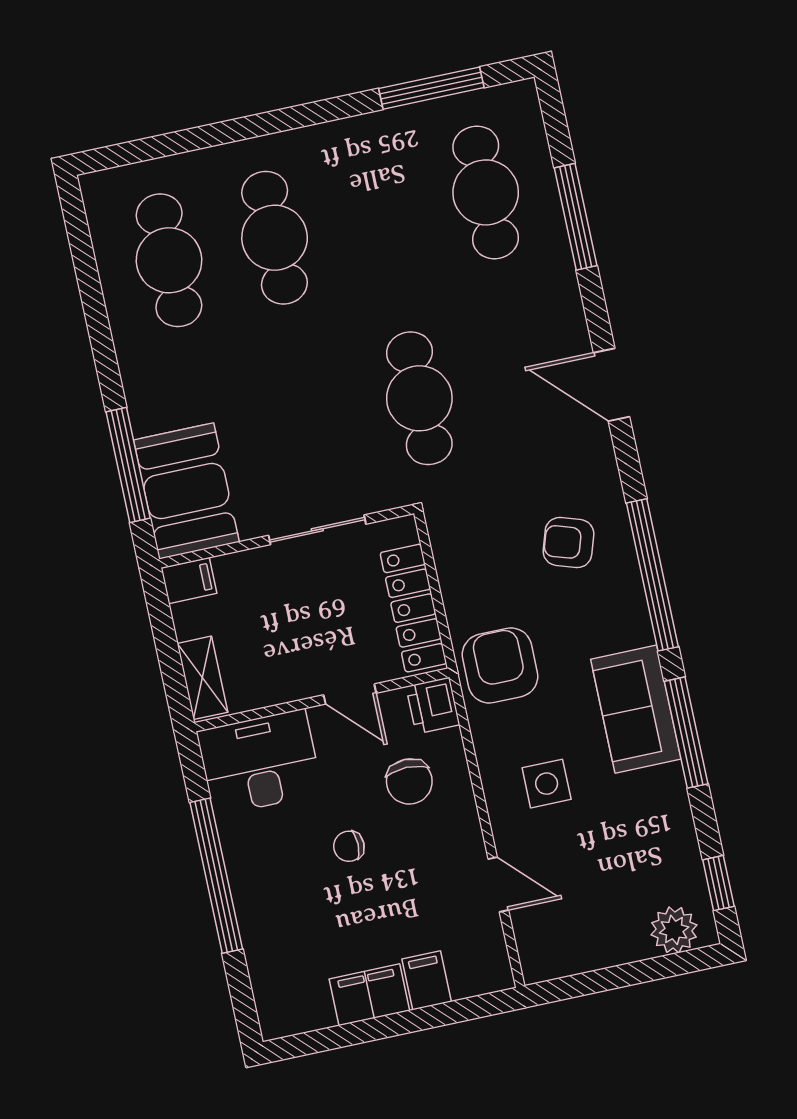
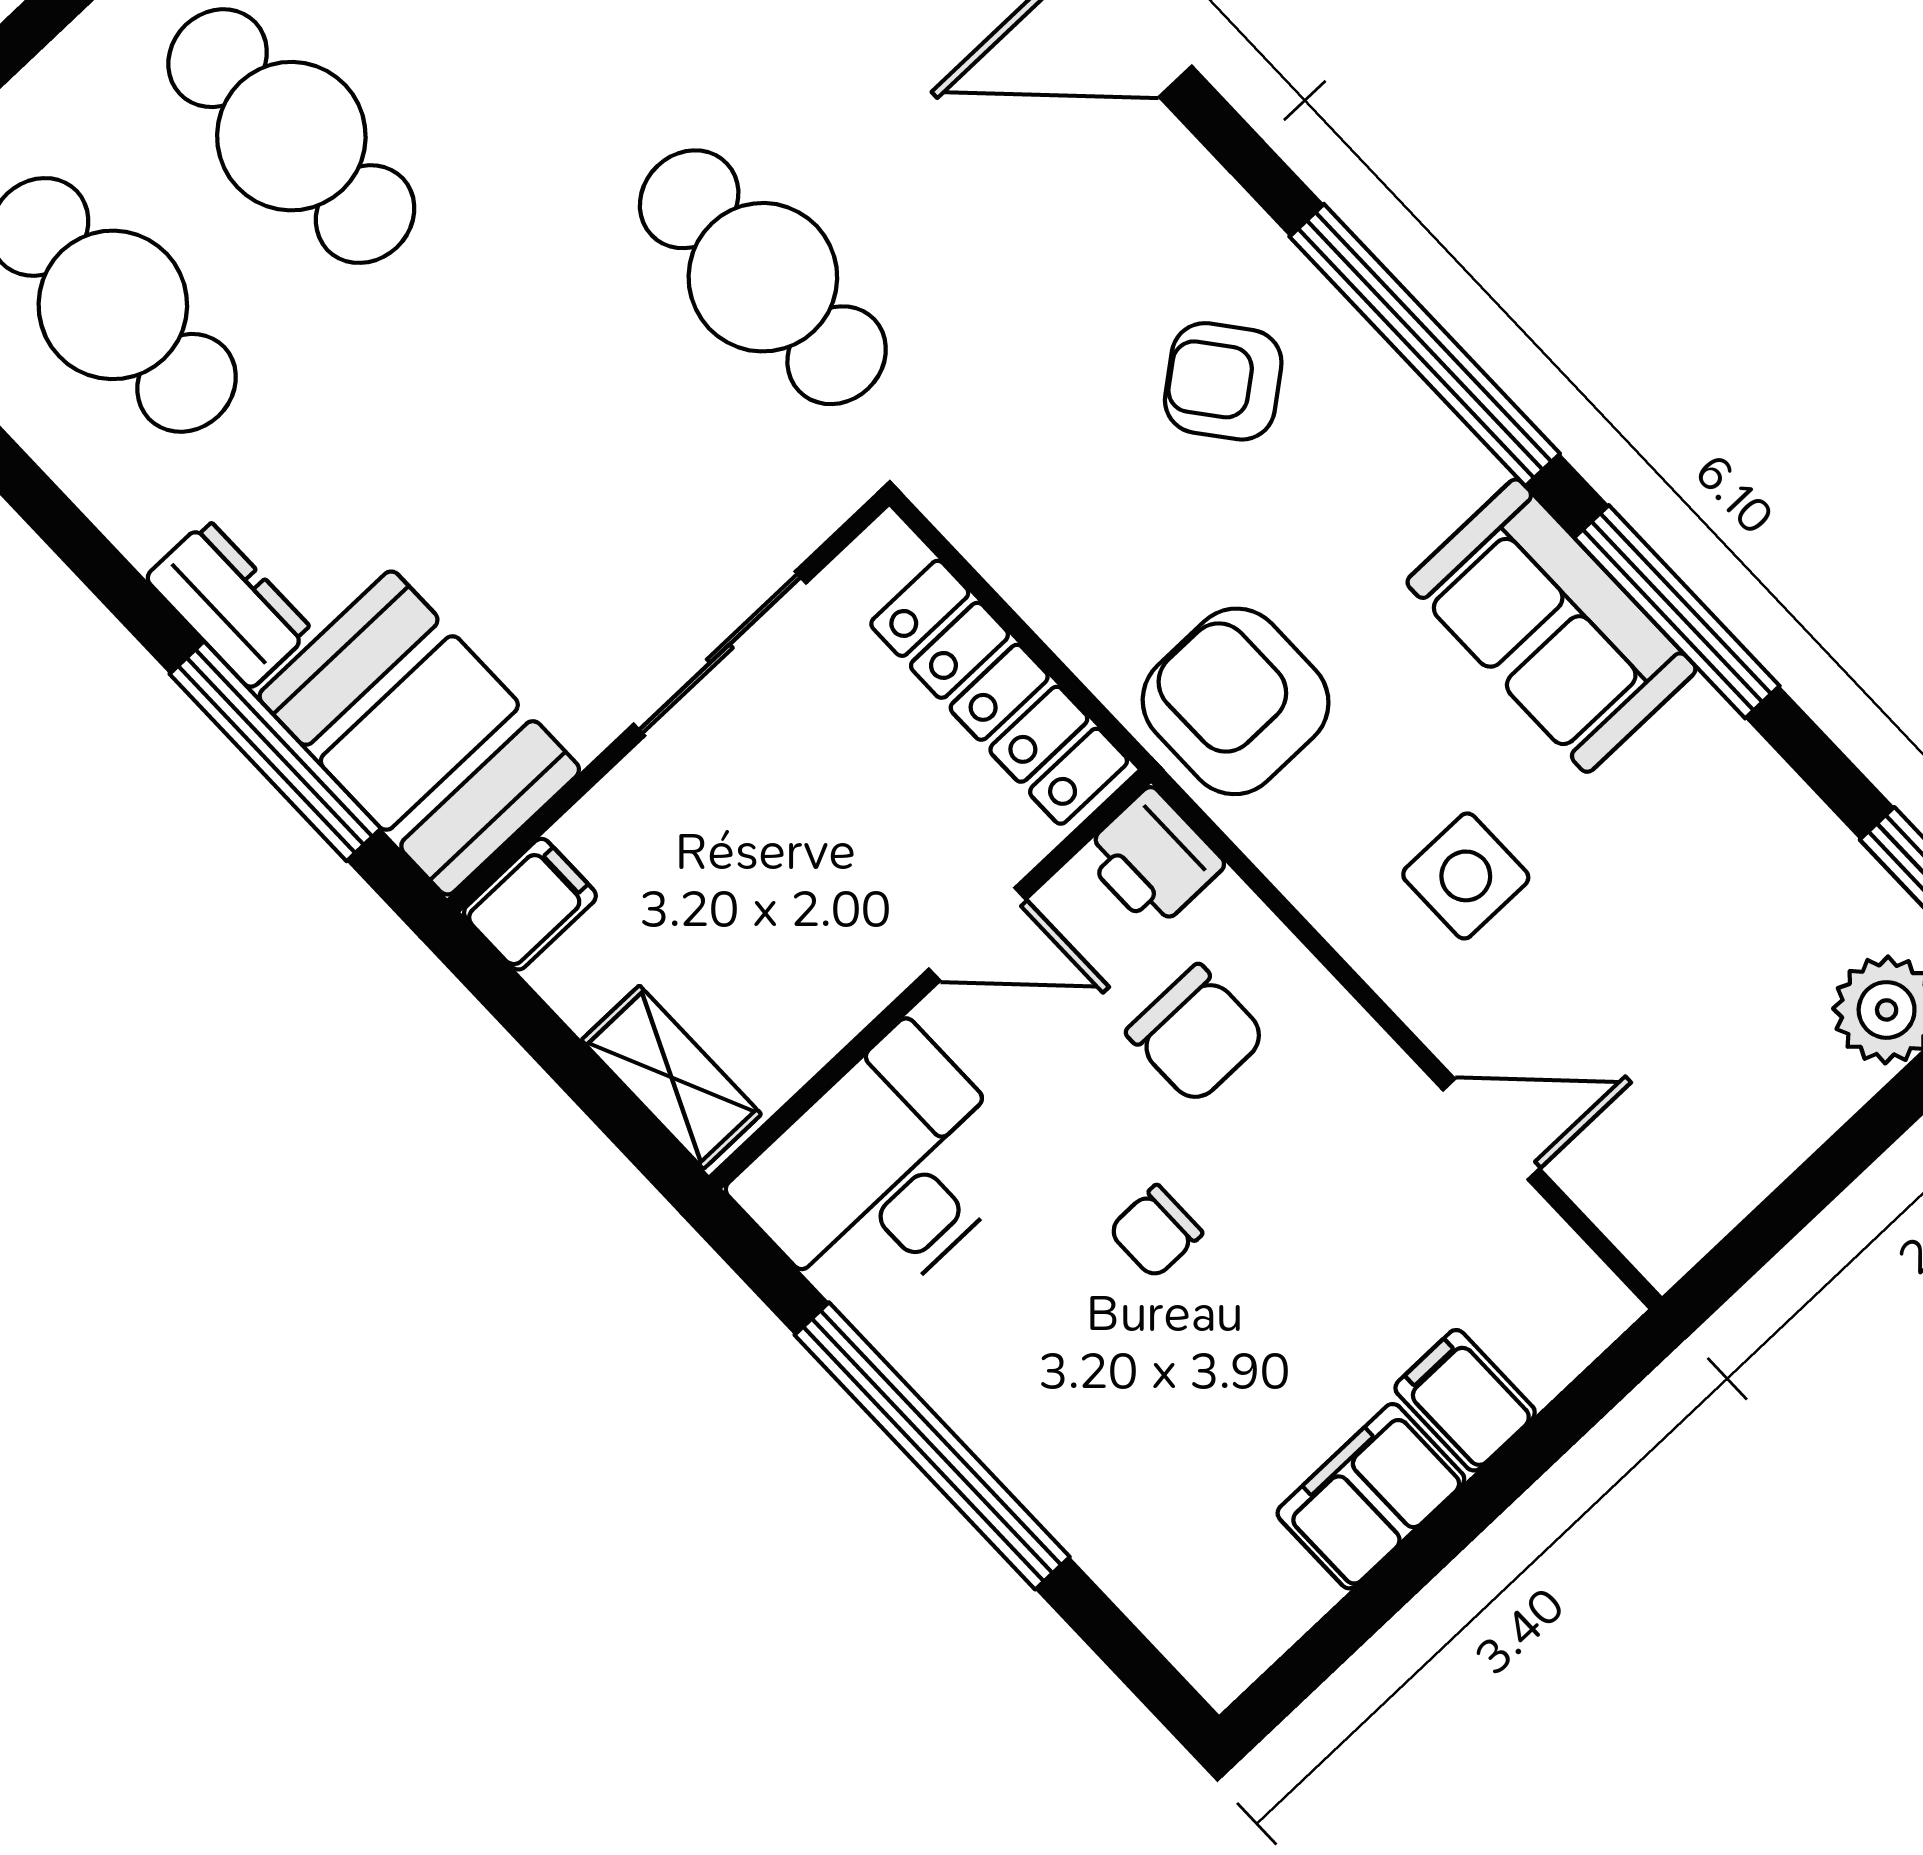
dresser: (144, 399) -> (229, 604), added
armchair: (568, 543) -> (1223, 381), turned 34

